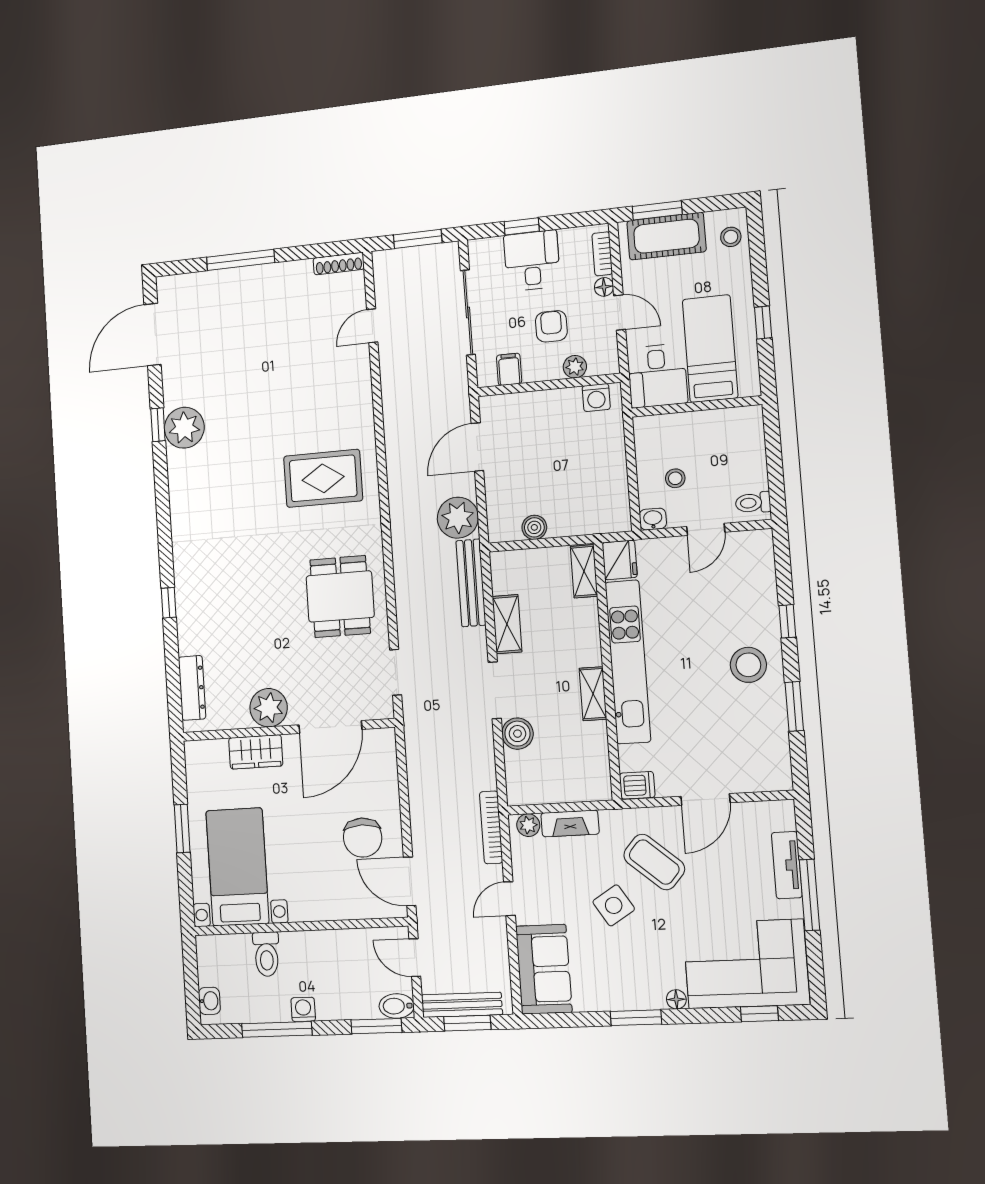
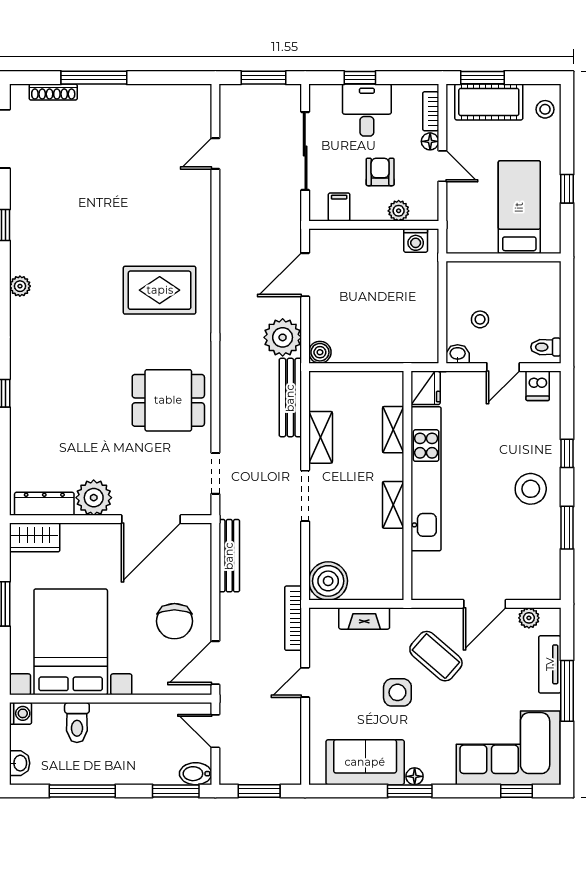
shoe rack: (339, 264) -> (53, 92), moved
desk: (657, 376) -> (471, 226), removed
plant: (184, 428) -> (20, 286), moved, width x0.53, depth x0.53
boiler: (534, 527) -> (320, 352), moved
shelving: (584, 571) -> (393, 430), moved
dining table: (340, 597) -> (168, 400), turned 90
dresser: (192, 688) -> (44, 504), moved, turned -90
boiler: (517, 734) -> (328, 581), moved, width x1.37, depth x1.37
wardrobe: (256, 752) -> (35, 537), moved
dishwasher: (637, 785) -> (538, 386), moved, turned 90
plant: (528, 825) -> (529, 618), moved
bed with nightstands: (237, 867) -> (71, 642), width x1.36
door: (410, 881) -> (215, 663), hinge flipped
side table: (614, 905) -> (397, 692), turned 32
sofa: (544, 969) -> (365, 762), moved, turned -90
floor lamp: (676, 999) -> (415, 776), moved
bench: (462, 1005) -> (229, 556), moved, turned 90
washing machine: (303, 1009) -> (21, 713), moved, turned 90

